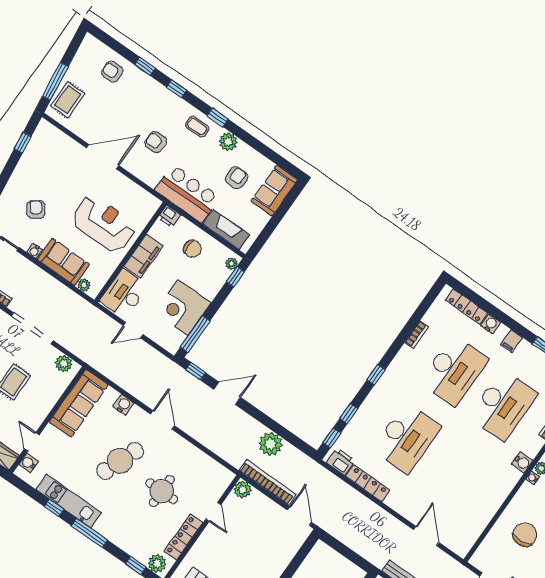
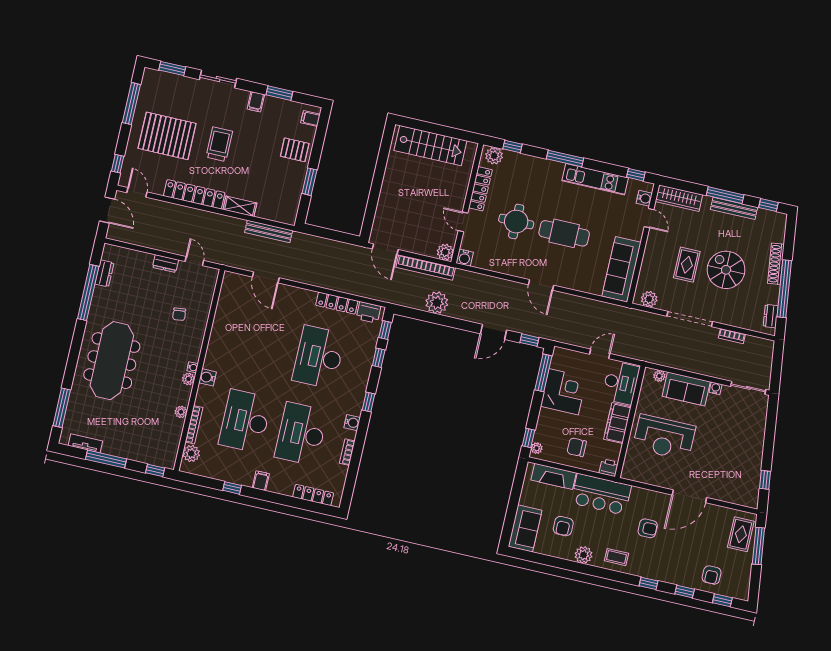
armchair: (112, 72) -> (712, 575), turned 90
window: (218, 117) -> (722, 600), moved
armchair: (36, 209) -> (729, 425), removed
water cooler: (491, 324) -> (352, 423), moved, turned -90
water cooler: (124, 405) -> (465, 258), moved
cafe table: (120, 461) -> (564, 233), turned 69
window: (54, 508) -> (636, 175), moved
chair: (525, 535) -> (179, 314), width x0.54, depth x0.54

